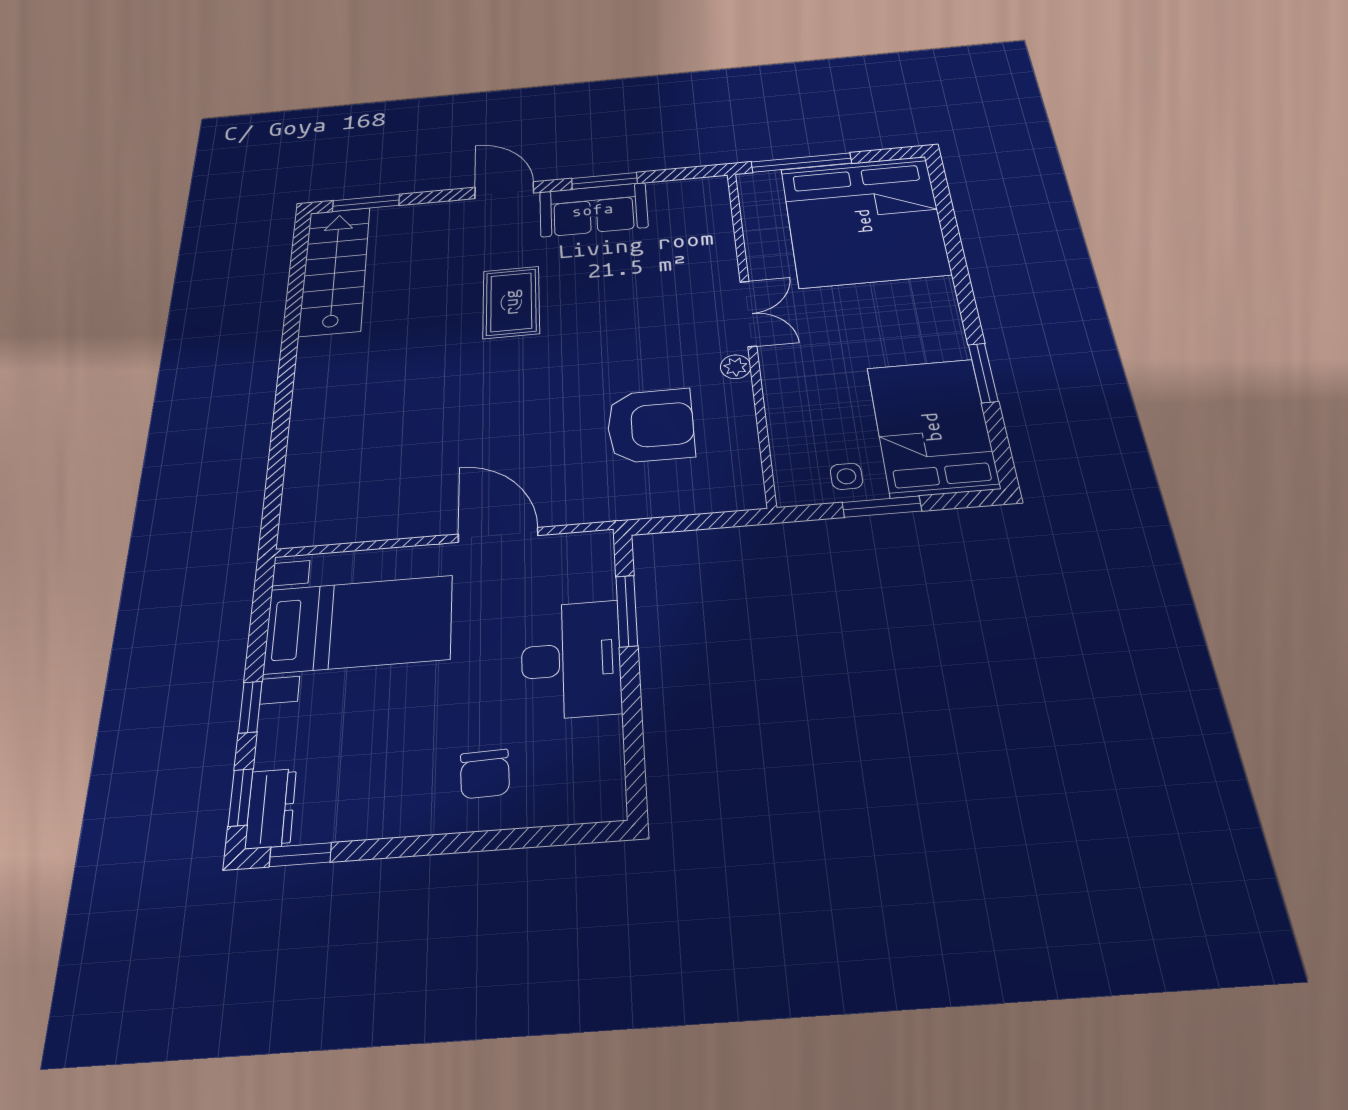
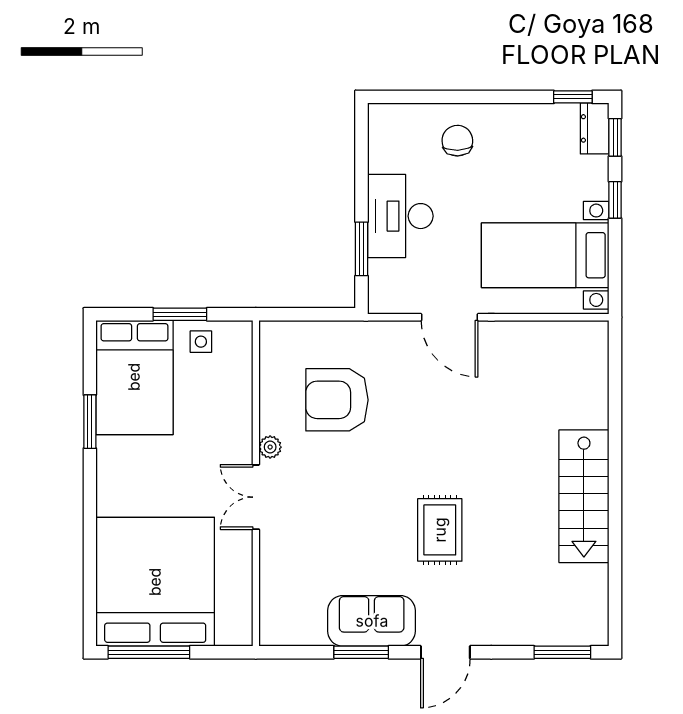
window: (801, 163) -> (149, 652), moved
door: (504, 190) -> (445, 652), hinge flipped
stairs: (335, 271) -> (584, 496), moved

